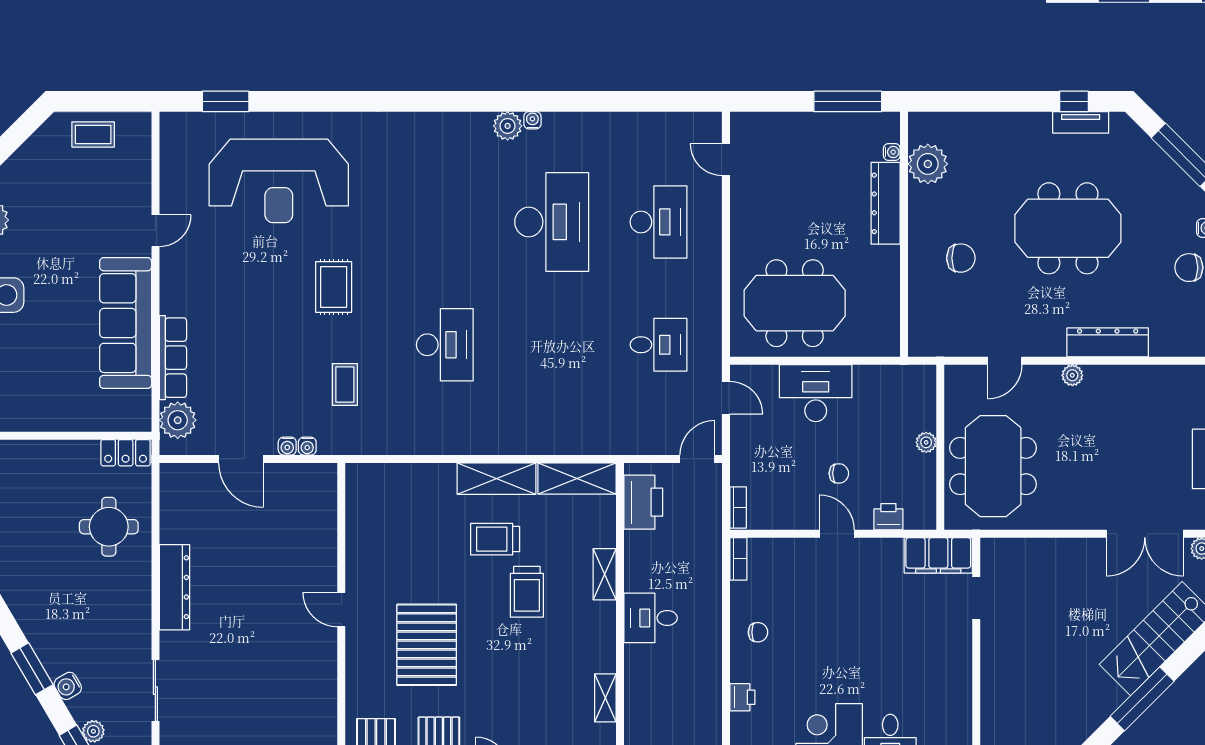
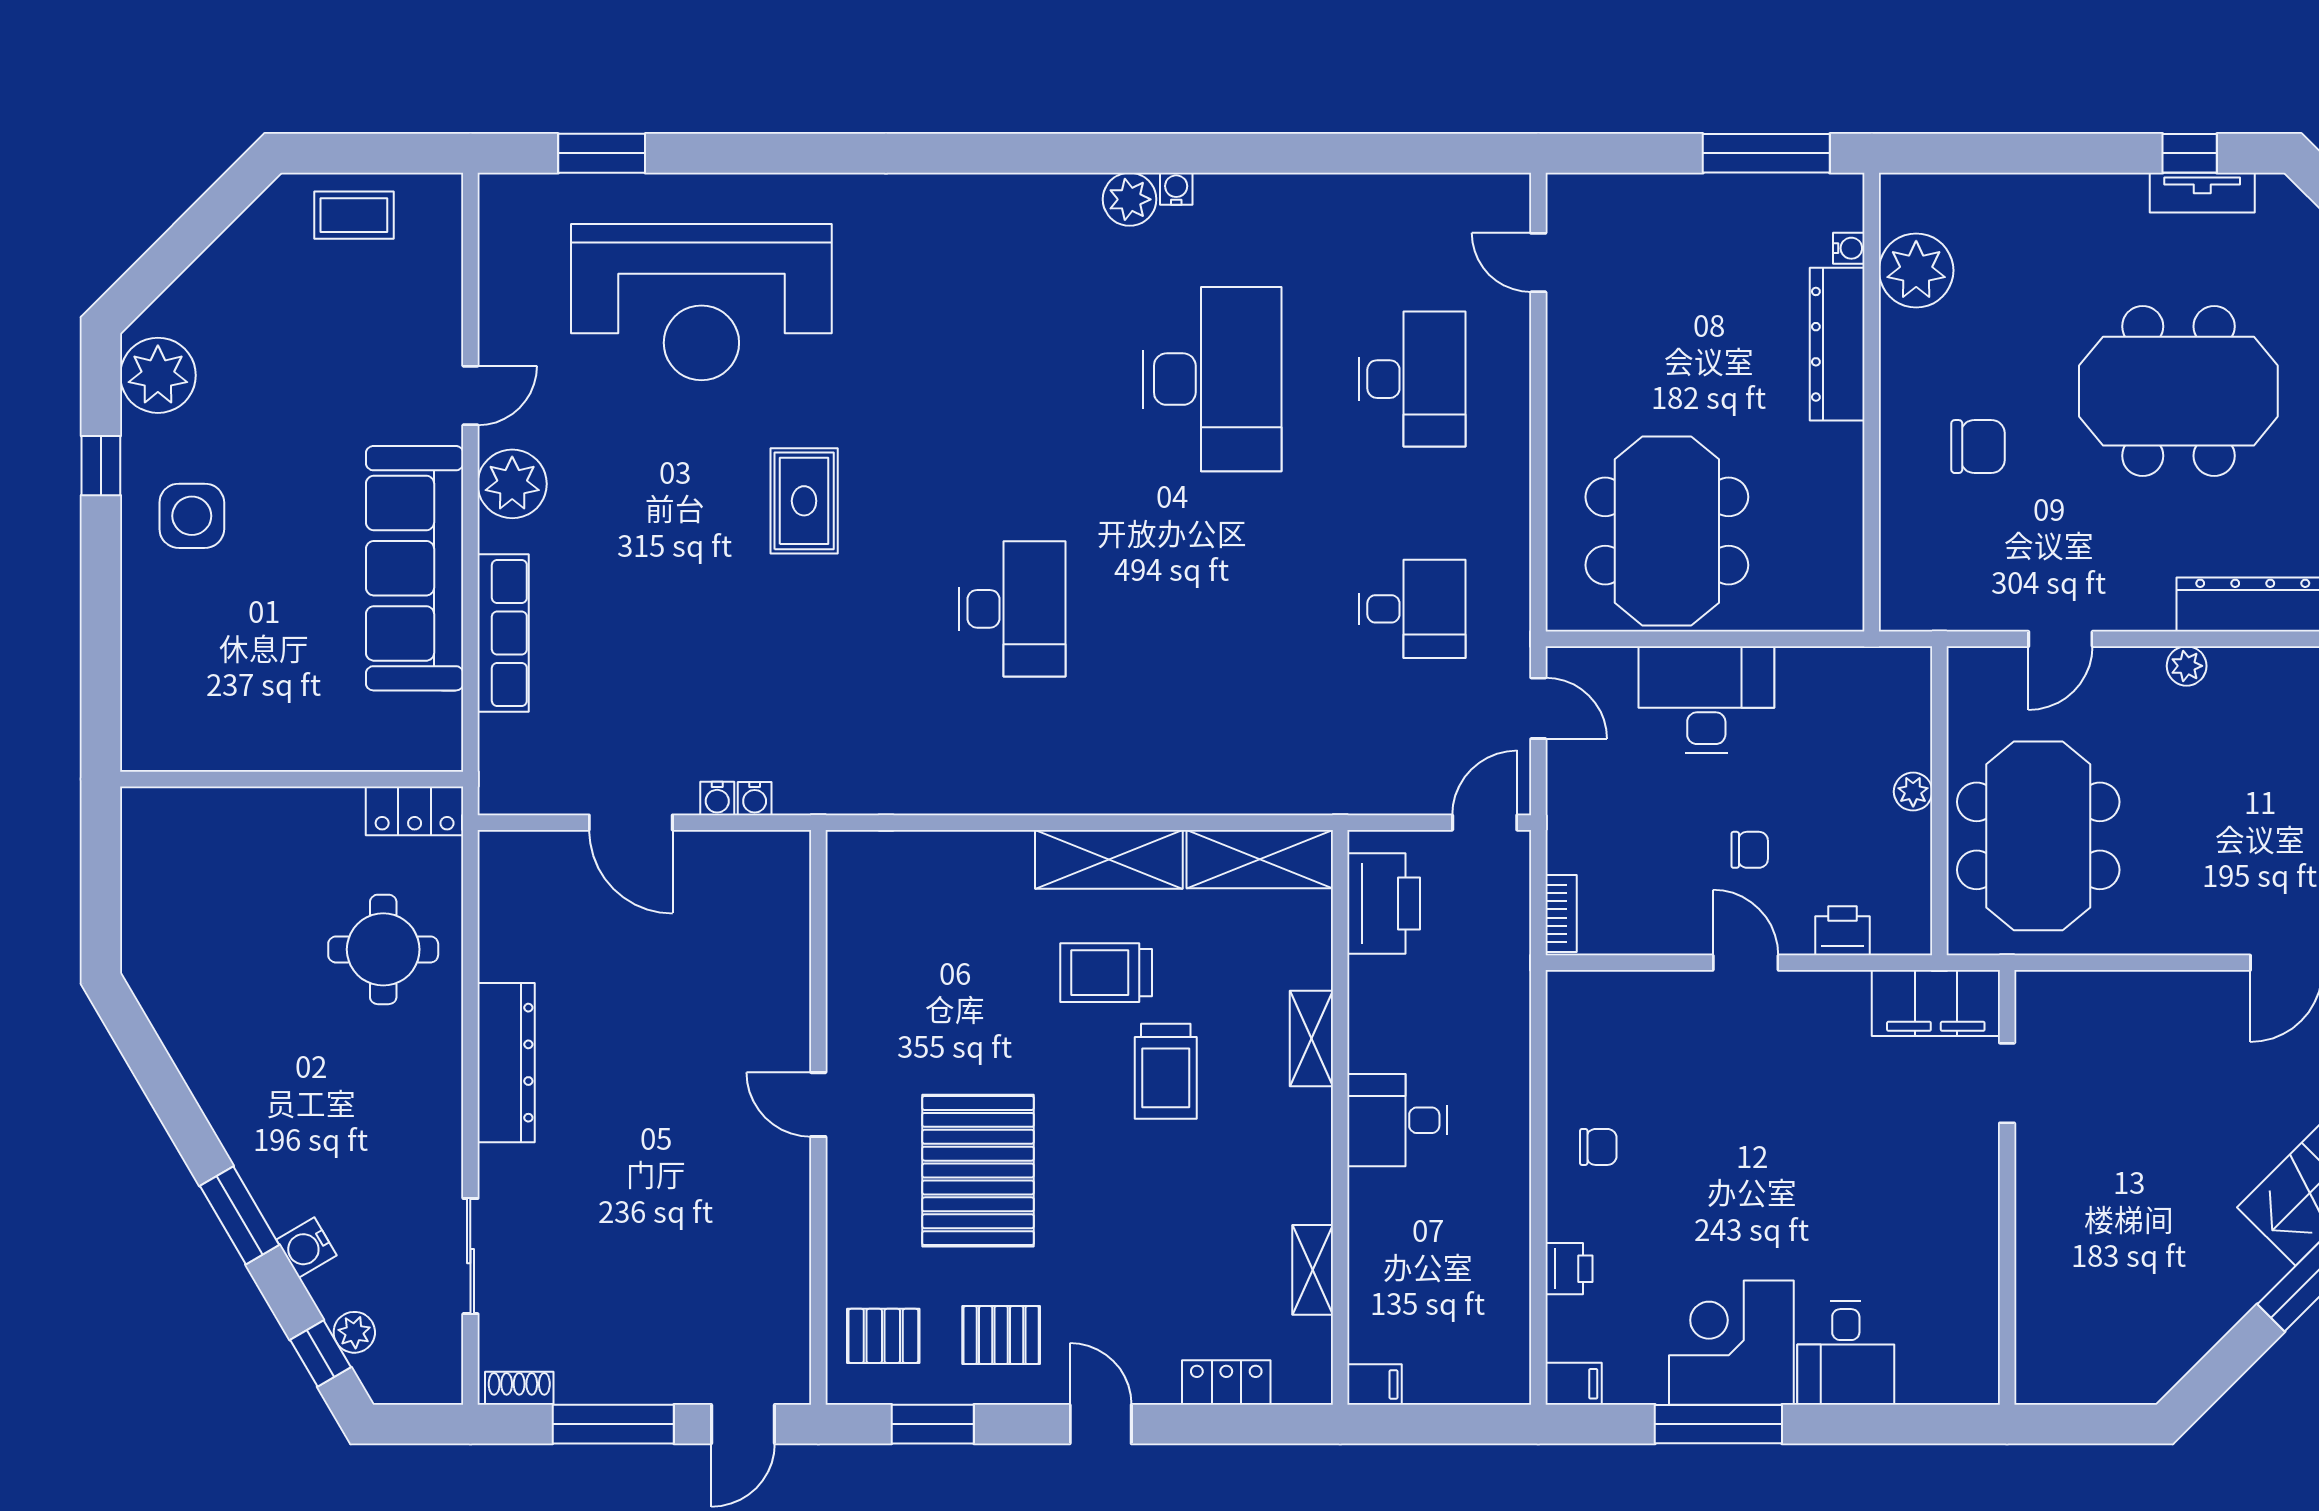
meeting table: (795, 303) -> (1667, 531), turned 90
coffee table: (345, 385) -> (825, 683), removed
plant: (178, 420) -> (512, 484), moved
bookcase: (738, 559) -> (1562, 1010), removed

